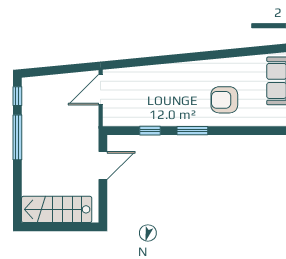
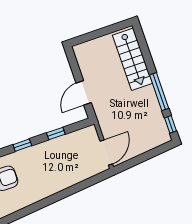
window: (192, 131) -> (22, 145), width x0.67
stairs: (57, 209) -> (132, 59), moved, turned 90

